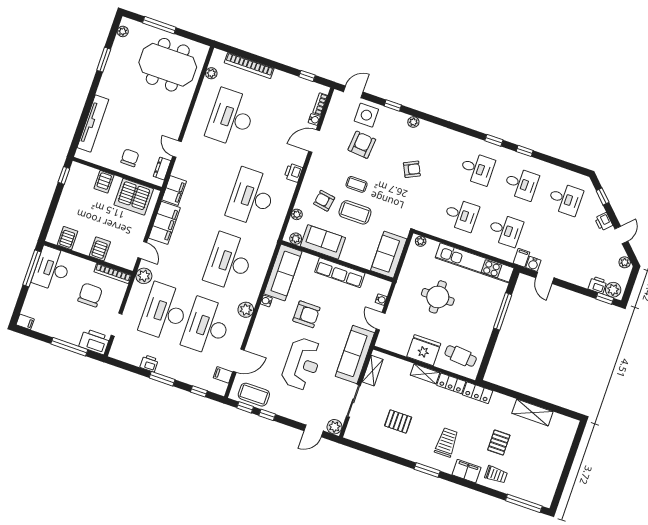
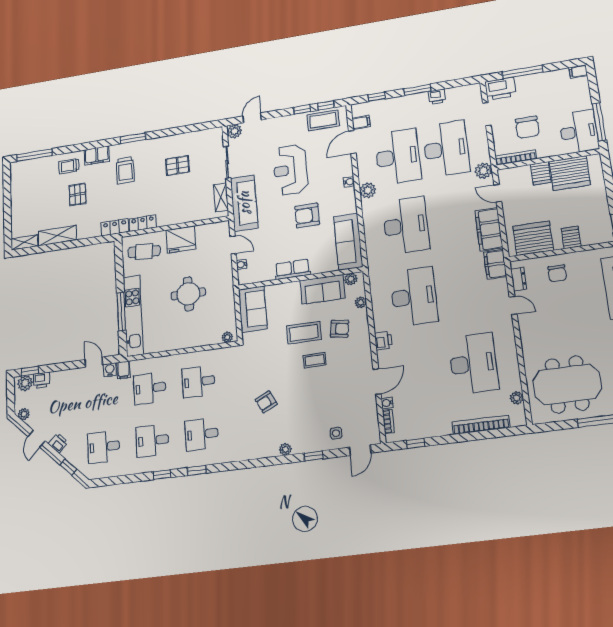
side table: (366, 115) -> (336, 433), width x0.54, depth x0.54
armchair: (362, 145) -> (327, 401), removed
server rack: (67, 238) -> (570, 173), width x2.18, depth x1.44
kitchen unit: (475, 263) -> (133, 316), moved, turned 90
row of seats: (340, 273) -> (293, 269), width x0.68
water cooler: (266, 301) -> (349, 182), moved
shelving: (425, 374) -> (24, 242), moved

